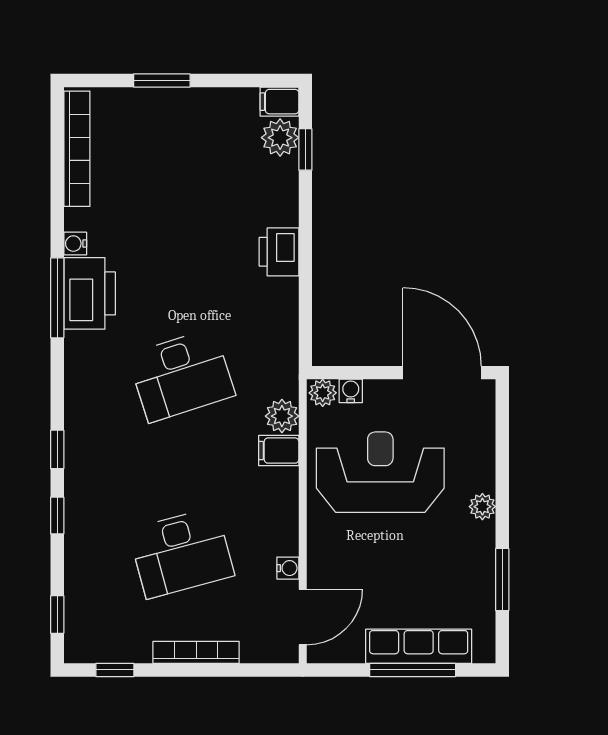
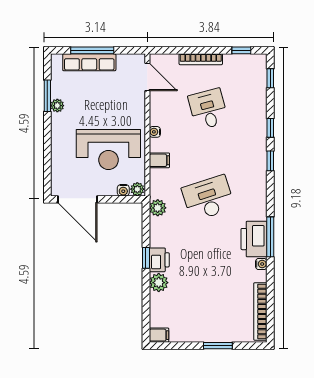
plant: (280, 138) -> (159, 283), moved
window: (305, 149) -> (146, 258), moved
plant: (282, 416) -> (158, 208), moved
plant: (482, 507) -> (57, 106), moved
desk: (181, 553) -> (208, 109), width x0.73
water cooler: (288, 568) -> (155, 132), moved
door: (303, 617) -> (147, 77), swing flipped

